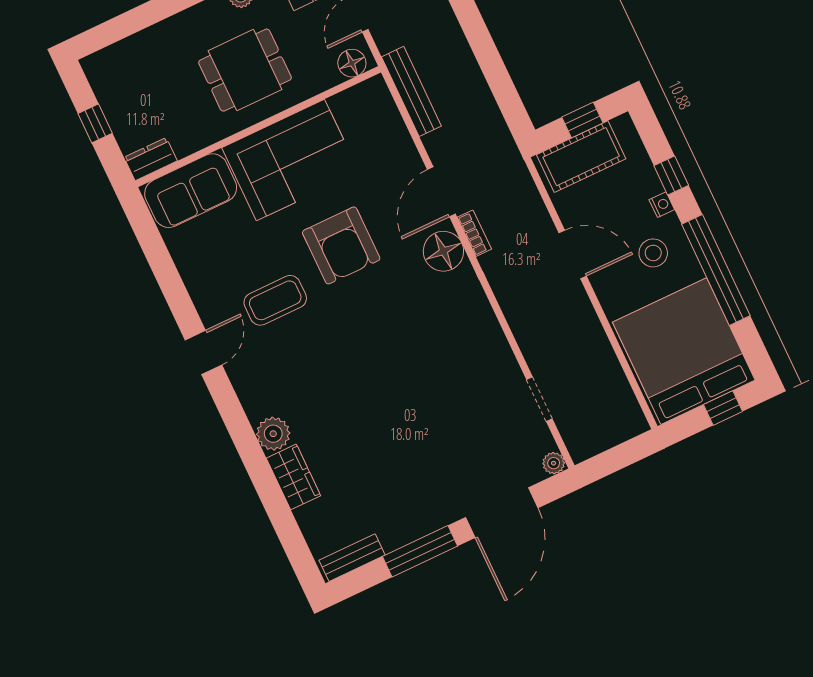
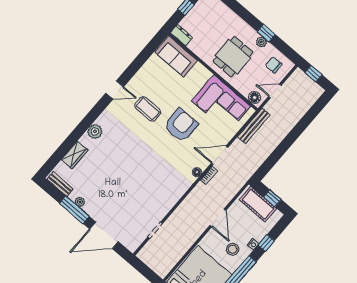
dining table: (245, 70) -> (233, 57), turned 90
corner sofa: (290, 160) -> (221, 104), moved
armchair: (341, 245) -> (181, 125), turned 180
floor lamp: (443, 251) -> (197, 172), width x0.53, depth x0.53
plant: (554, 463) -> (80, 202), moved
wardrobe: (293, 477) -> (75, 155), moved

